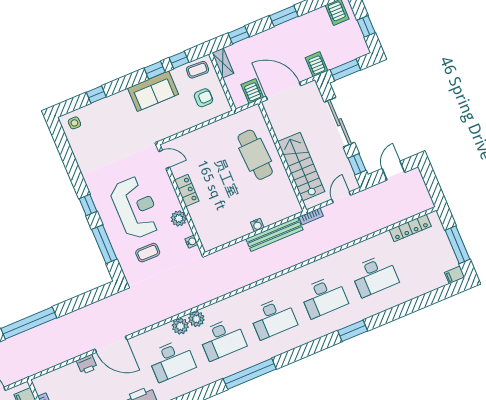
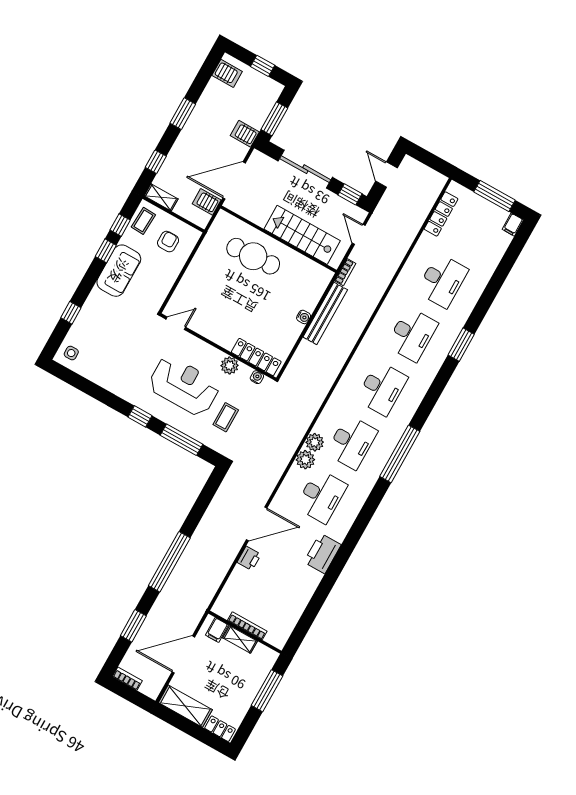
locker: (187, 190) -> (256, 357), moved, width x1.53

